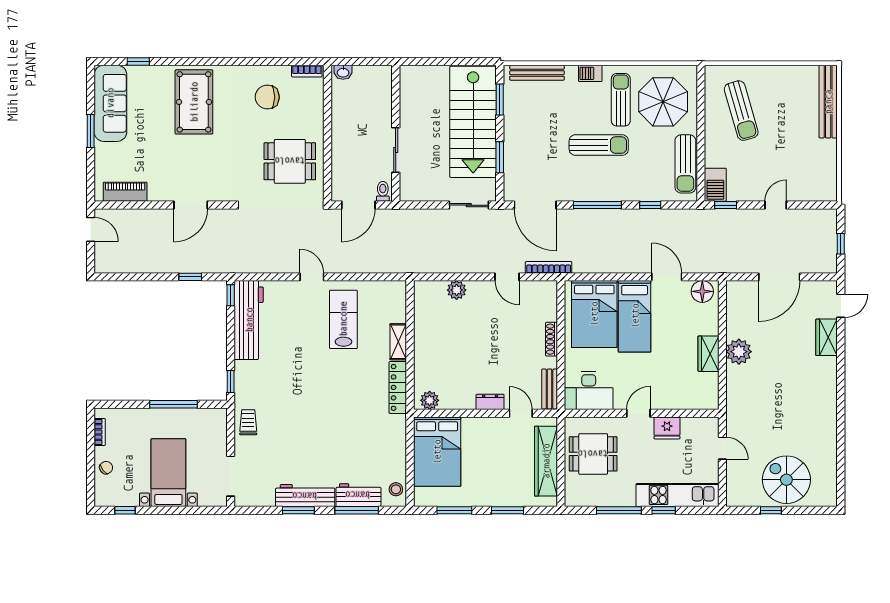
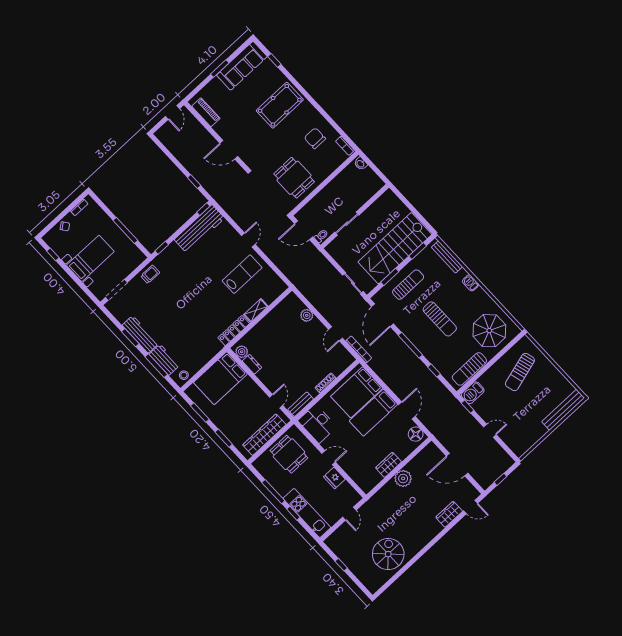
sun lounger: (621, 100) -> (408, 285), moved
dresser: (490, 402) -> (252, 364), moved
spiral stairs: (786, 480) -> (388, 554), moved

